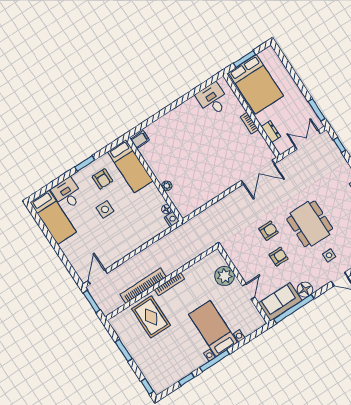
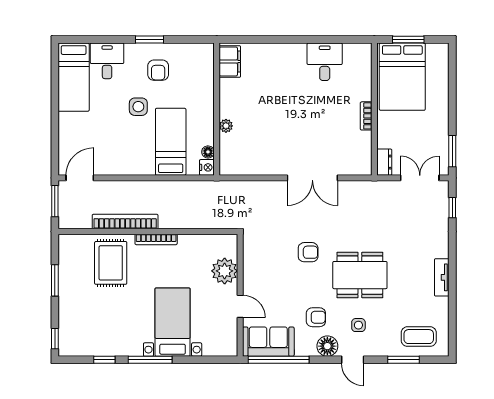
desk: (213, 99) -> (325, 62), moved
dresser: (271, 132) -> (384, 162), moved
filing cabinet: (140, 140) -> (230, 61), width x2.00
bed: (130, 166) -> (171, 142), moved, turned 180
double door: (258, 172) -> (312, 178), moved
dining table: (310, 224) -> (360, 275), turned 90
armchair: (279, 257) -> (316, 317), moved
floor lamp: (305, 290) -> (327, 346), moved
door: (249, 292) -> (240, 306), hinge flipped

